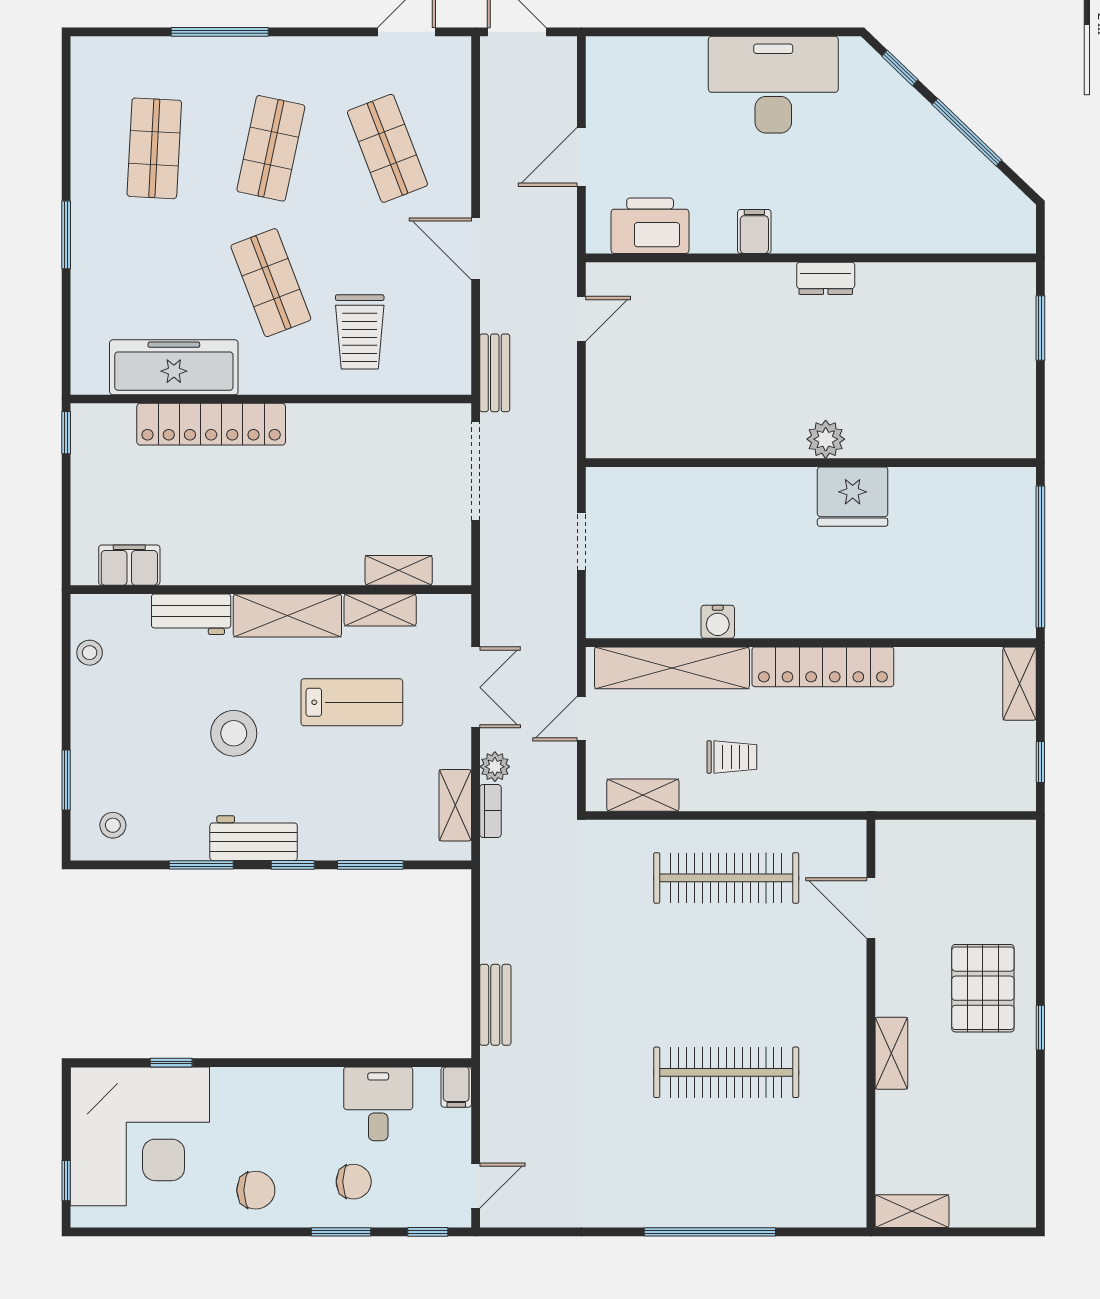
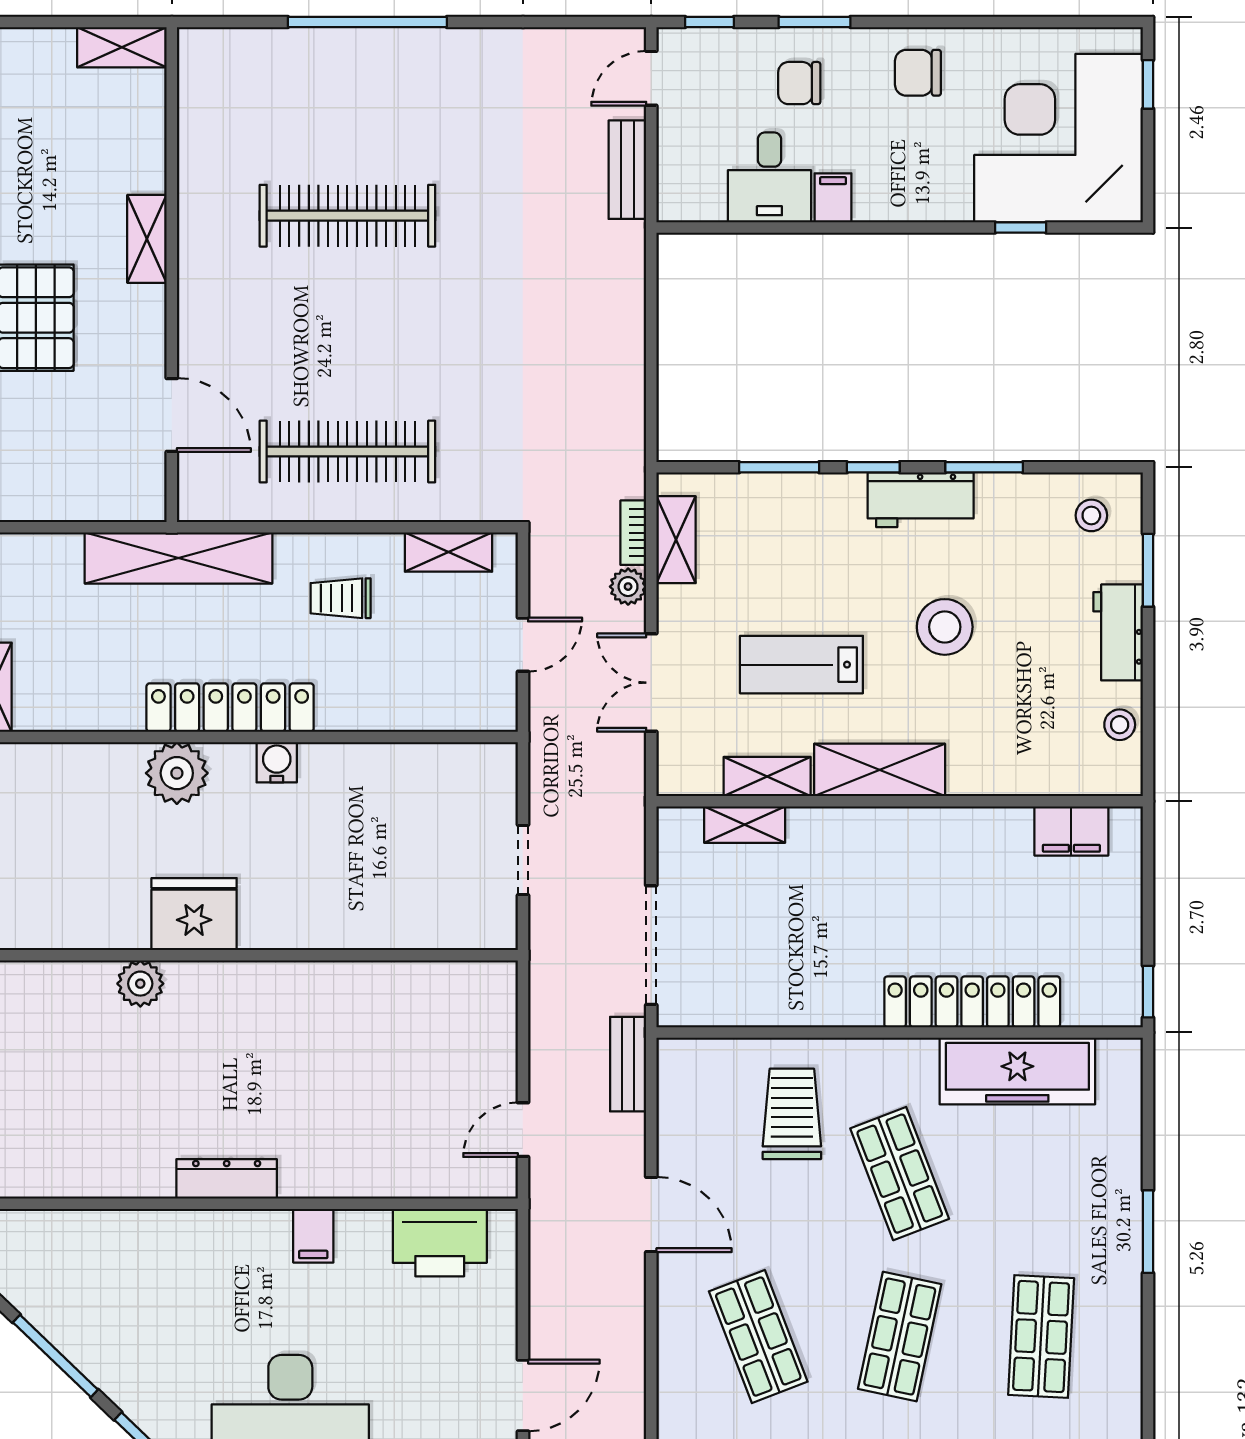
door: (581, 157) -> (523, 1395), moved
dresser: (826, 278) -> (227, 1179), width x1.44
plant: (826, 439) -> (140, 984), moved
plant: (867, 613) -> (177, 773), added
workbench: (191, 614) -> (1118, 632), moved, turned -90
water cooler: (718, 622) -> (277, 762), moved
shelving: (672, 668) -> (178, 558), moved
bench: (495, 1005) -> (627, 170), moved
filing cabinet: (456, 1087) -> (833, 198), moved

